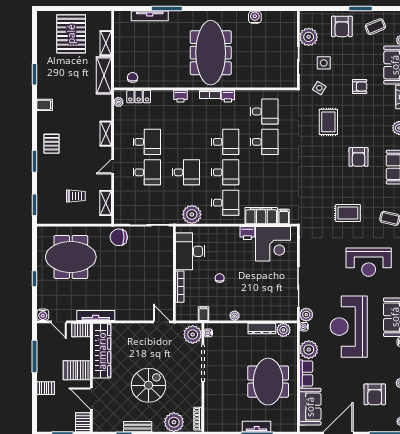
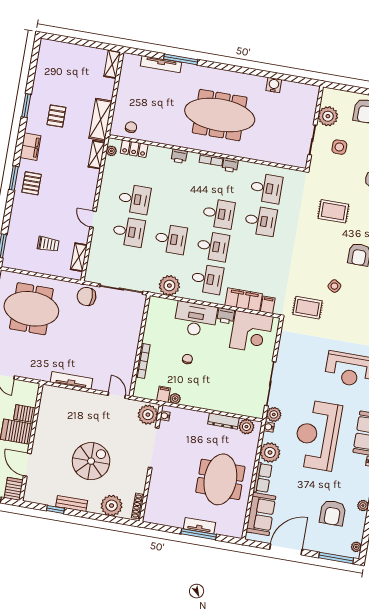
pallet: (71, 34) -> (56, 116), moved, width x0.49, depth x0.50
shelving: (106, 43) -> (112, 64), moved
meeting table: (211, 53) -> (220, 115), turned 90
side table: (319, 88) -> (334, 286), moved
filing cabinet: (45, 105) -> (30, 147), width x2.00
rug: (328, 122) -> (333, 211), turned 90
shelving: (106, 134) -> (97, 155), moved
window: (35, 161) -> (14, 178), moved
door: (113, 167) -> (93, 219), hinge flipped
rug: (348, 213) -> (308, 308), moved
desk: (190, 251) -> (195, 319), moved, turned 90
tv unit: (96, 315) -> (71, 380), moved
plant: (235, 316) -> (175, 399), moved
server rack: (81, 330) -> (25, 414), moved
wardrobe: (102, 351) -> (47, 415), removed

